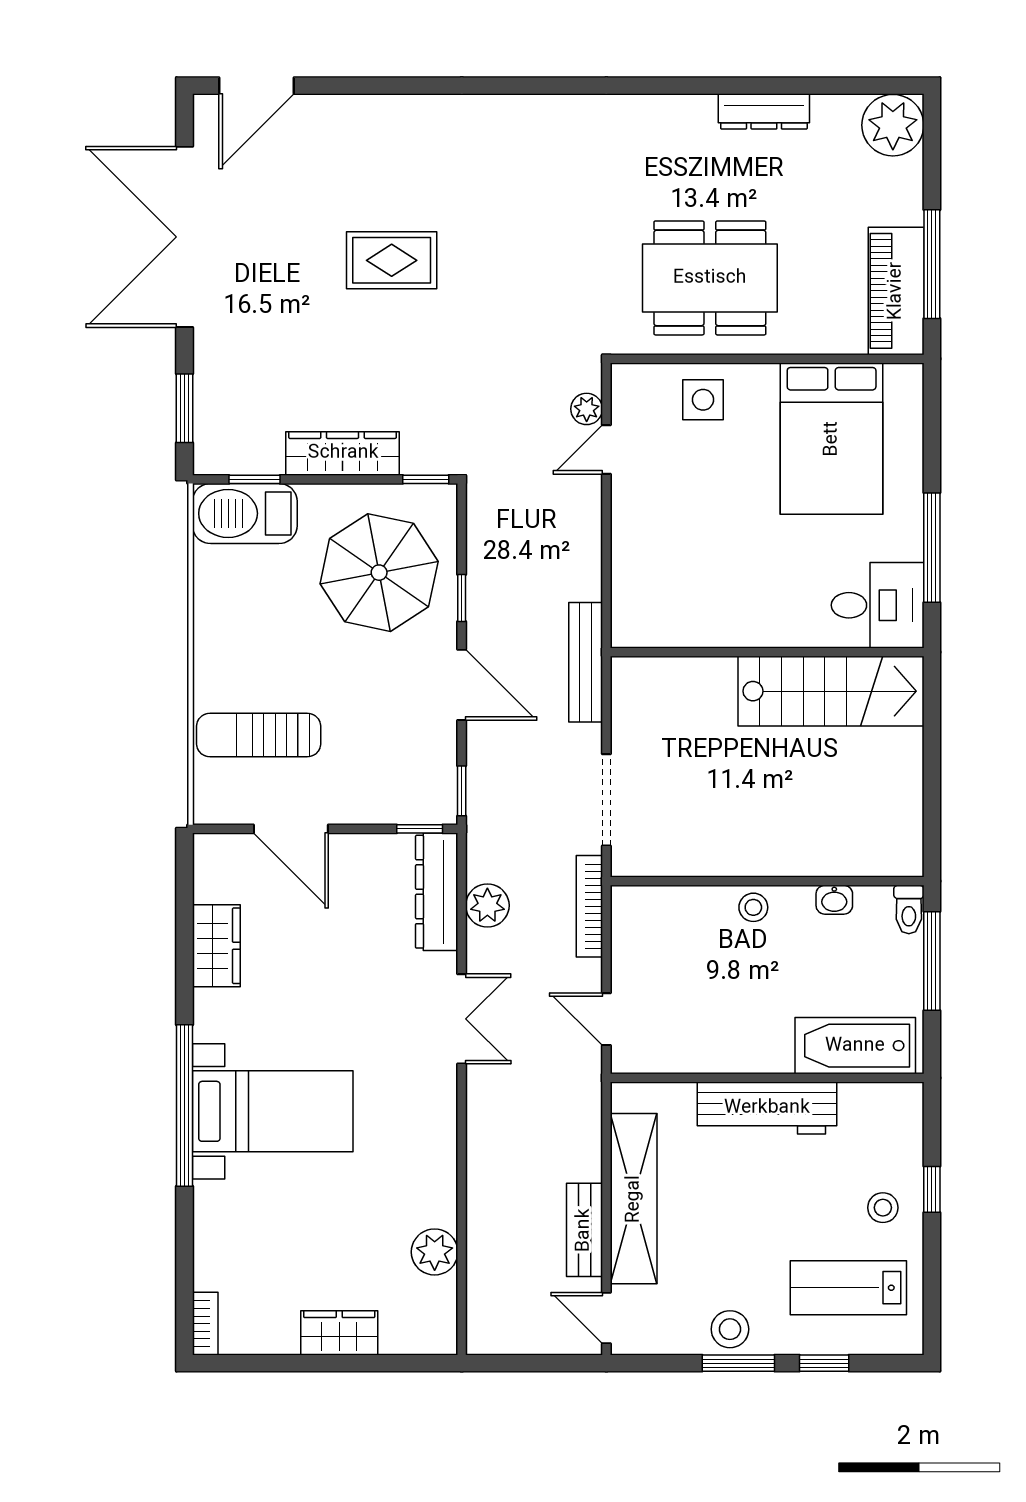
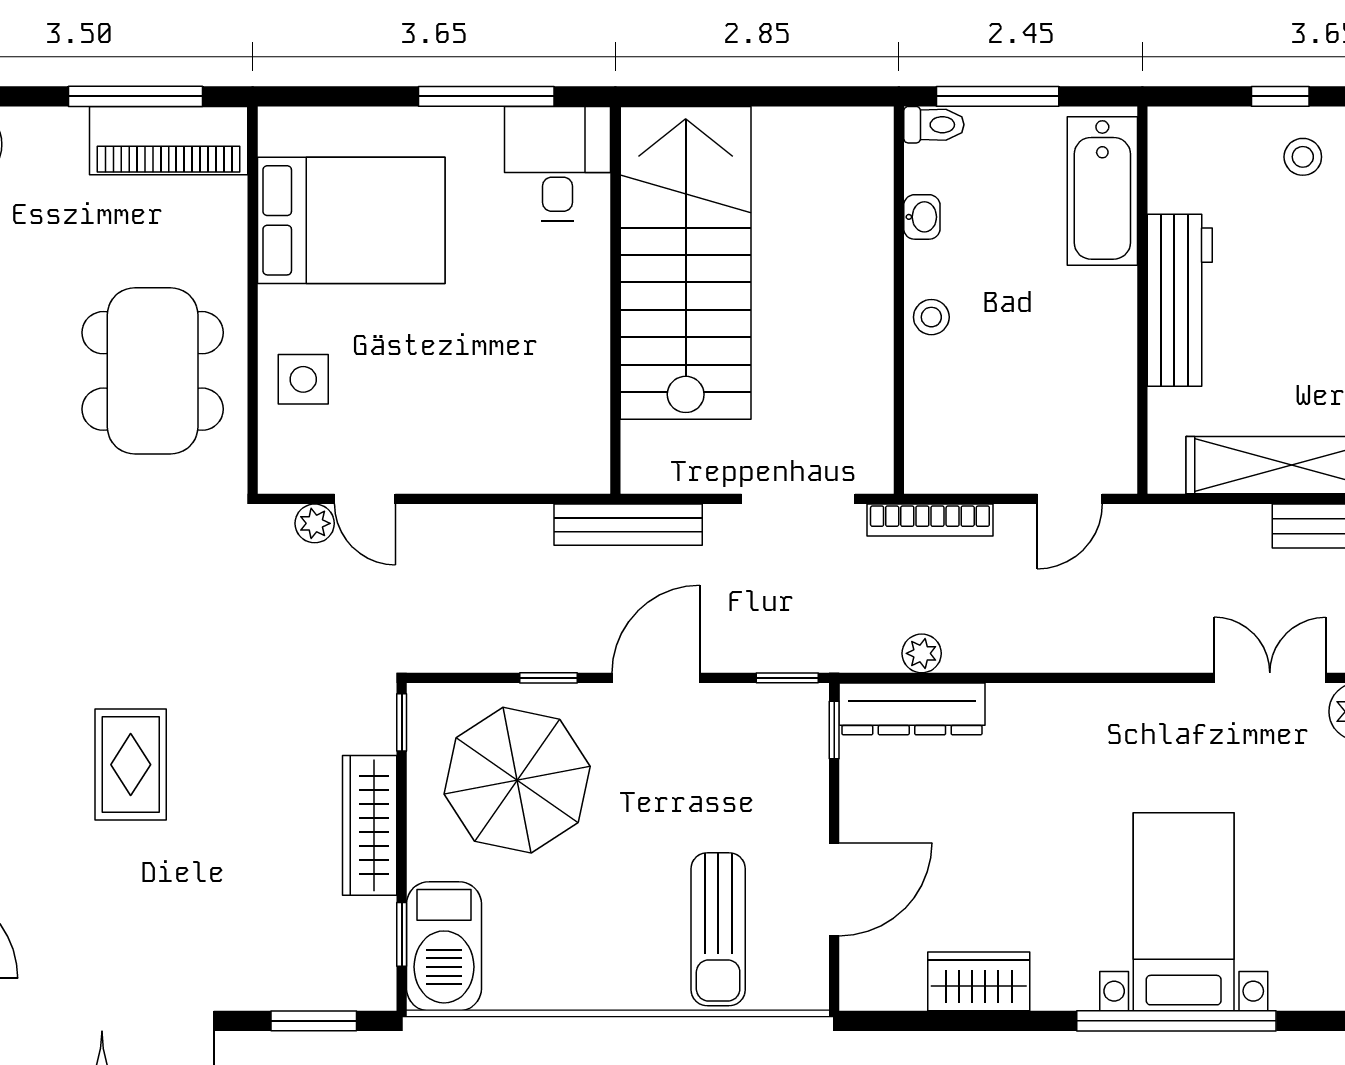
stairs: (831, 691) -> (686, 263), width x1.36, depth x1.51
plant: (487, 905) -> (922, 653), width x0.73, depth x0.73
double door: (462, 1019) -> (1270, 678), moved

